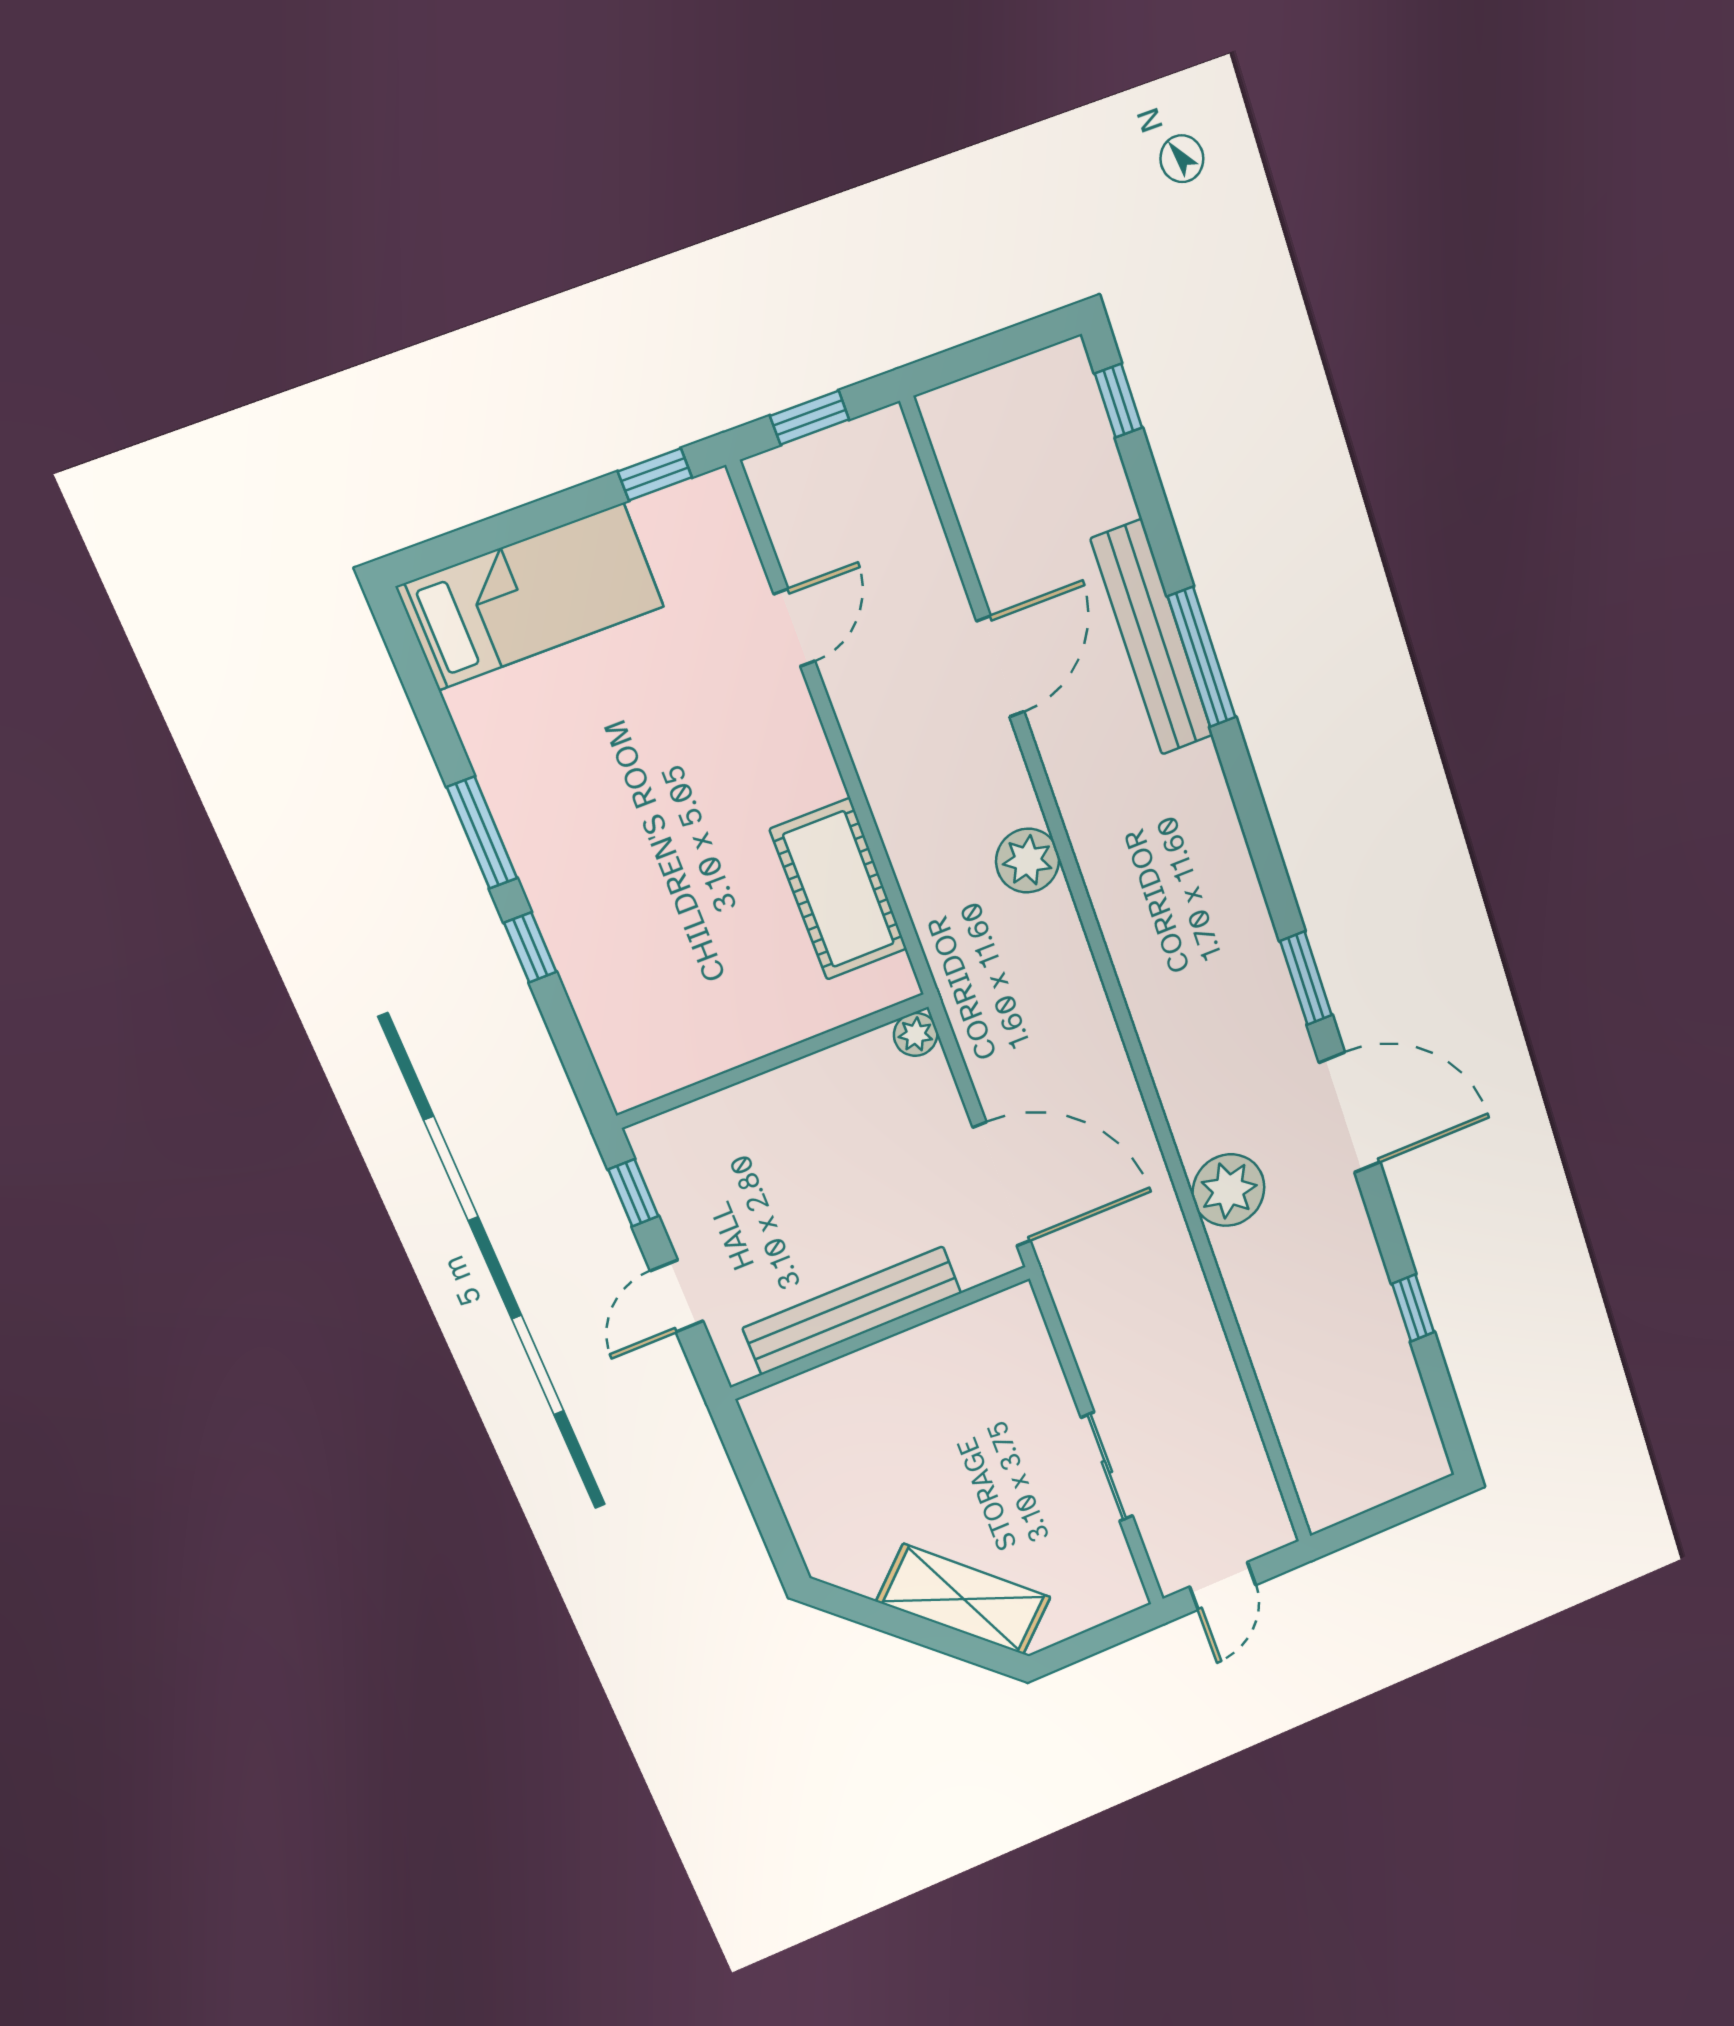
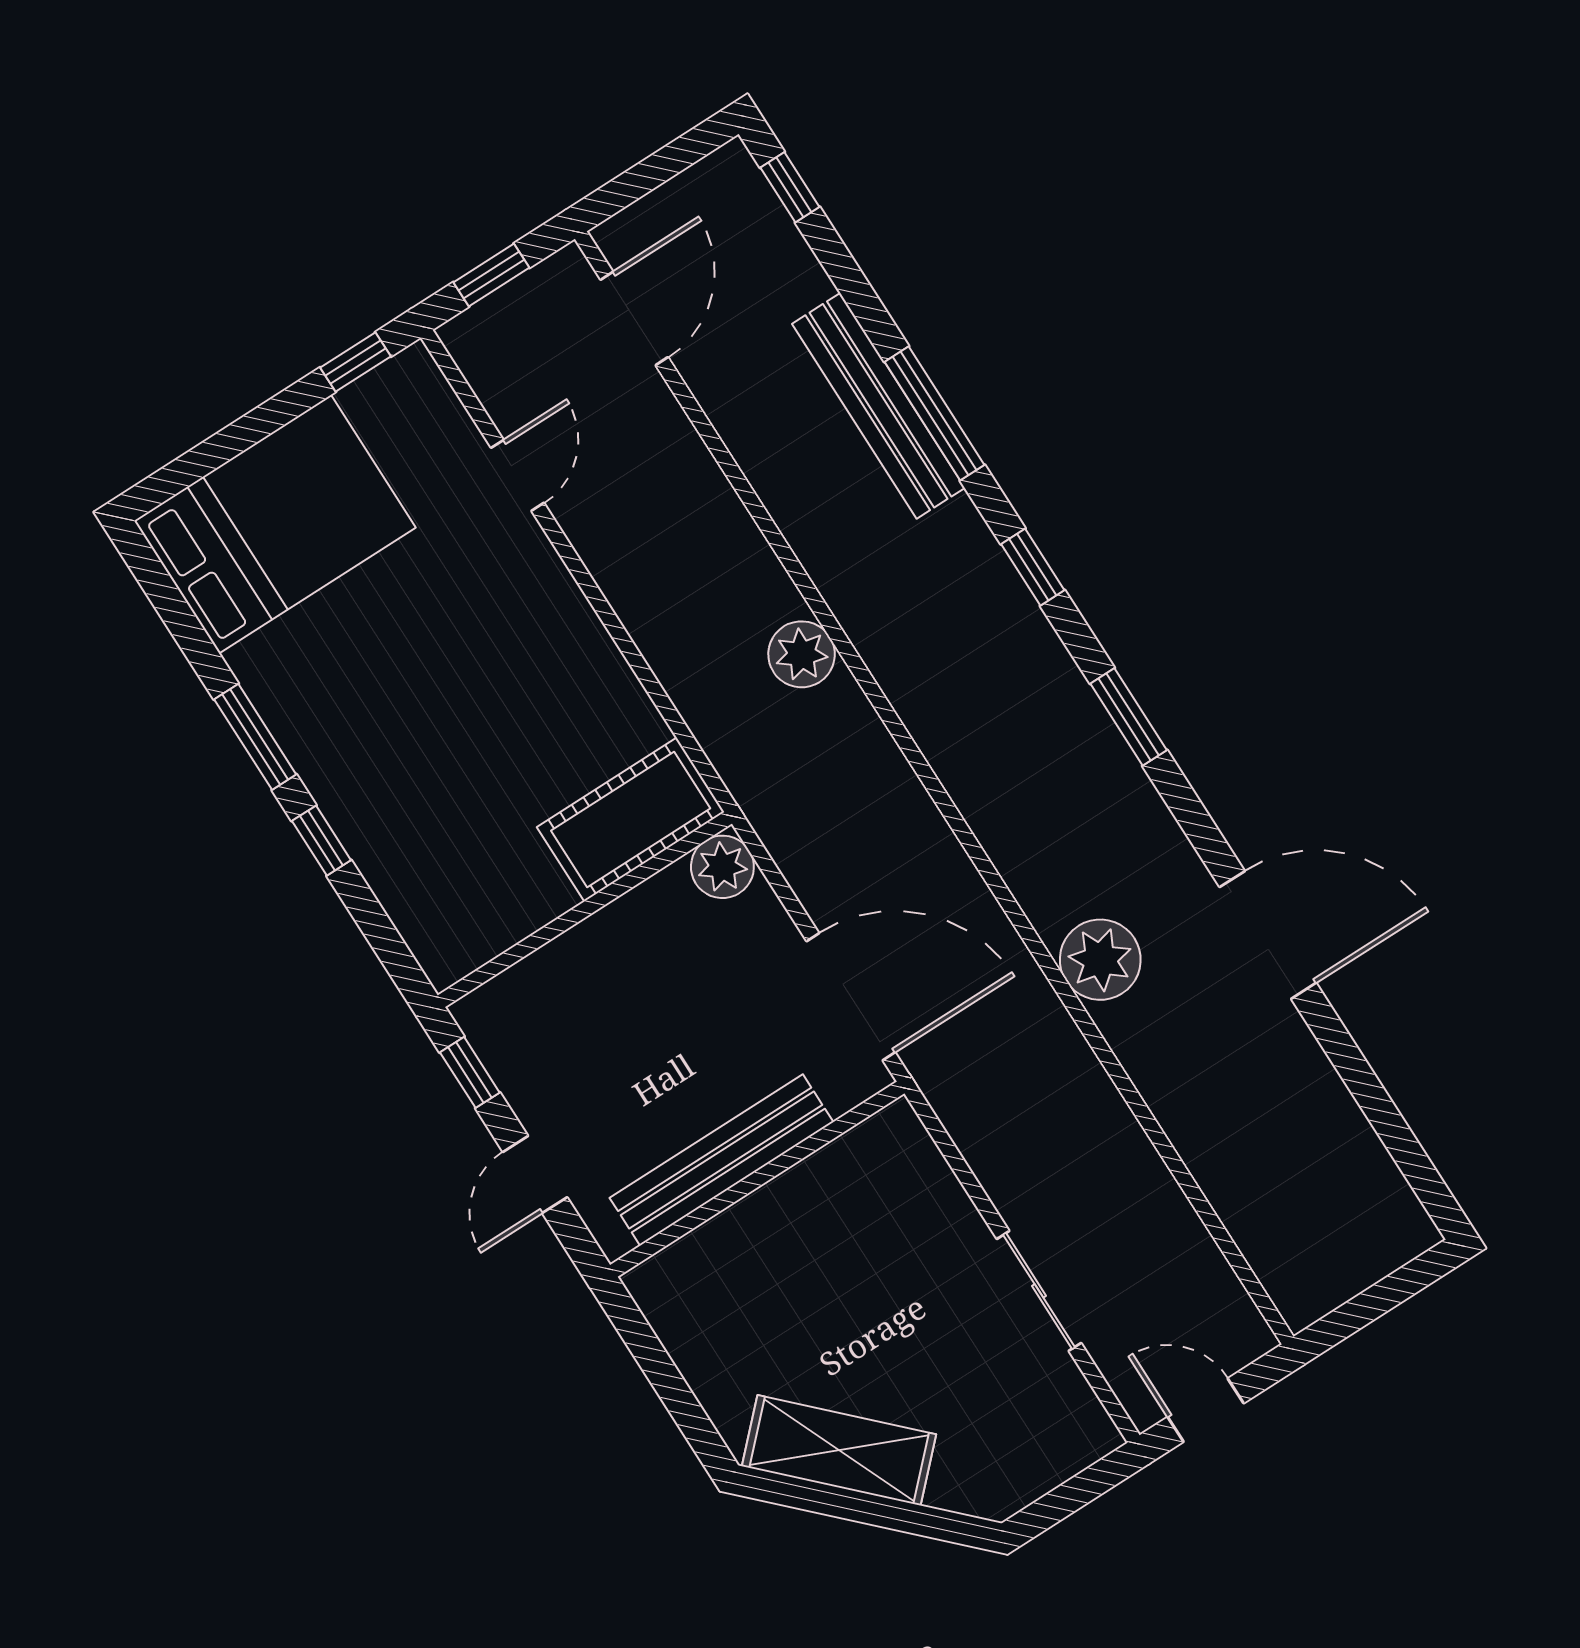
bed: (531, 597) -> (275, 524), width x1.50
door: (1000, 666) -> (634, 318), moved
cot: (839, 889) -> (631, 819), moved, turned 90
plant: (916, 1034) -> (722, 867), width x1.38, depth x1.38
door: (1350, 1113) -> (1268, 935), moved
window: (1413, 1308) -> (1033, 567), moved
door: (1223, 1586) -> (1206, 1410), swing flipped
shelving: (964, 1599) -> (839, 1450), moved

